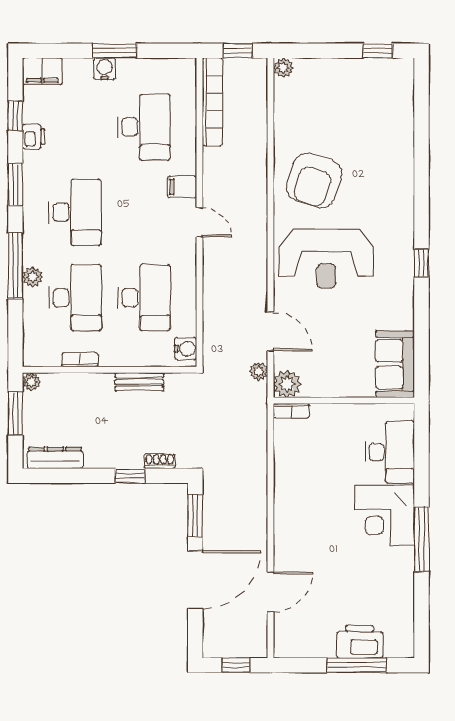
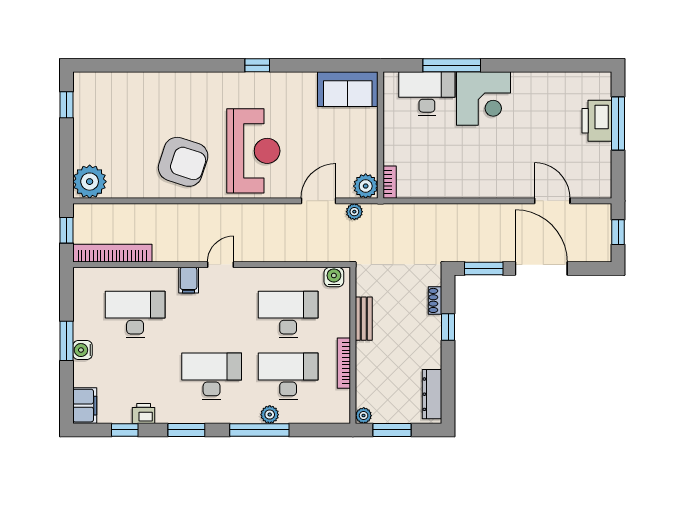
plant: (283, 68) -> (90, 182), width x1.88, depth x1.88
bookcase: (80, 360) -> (344, 363), width x1.56
window: (422, 539) -> (452, 65), moved

